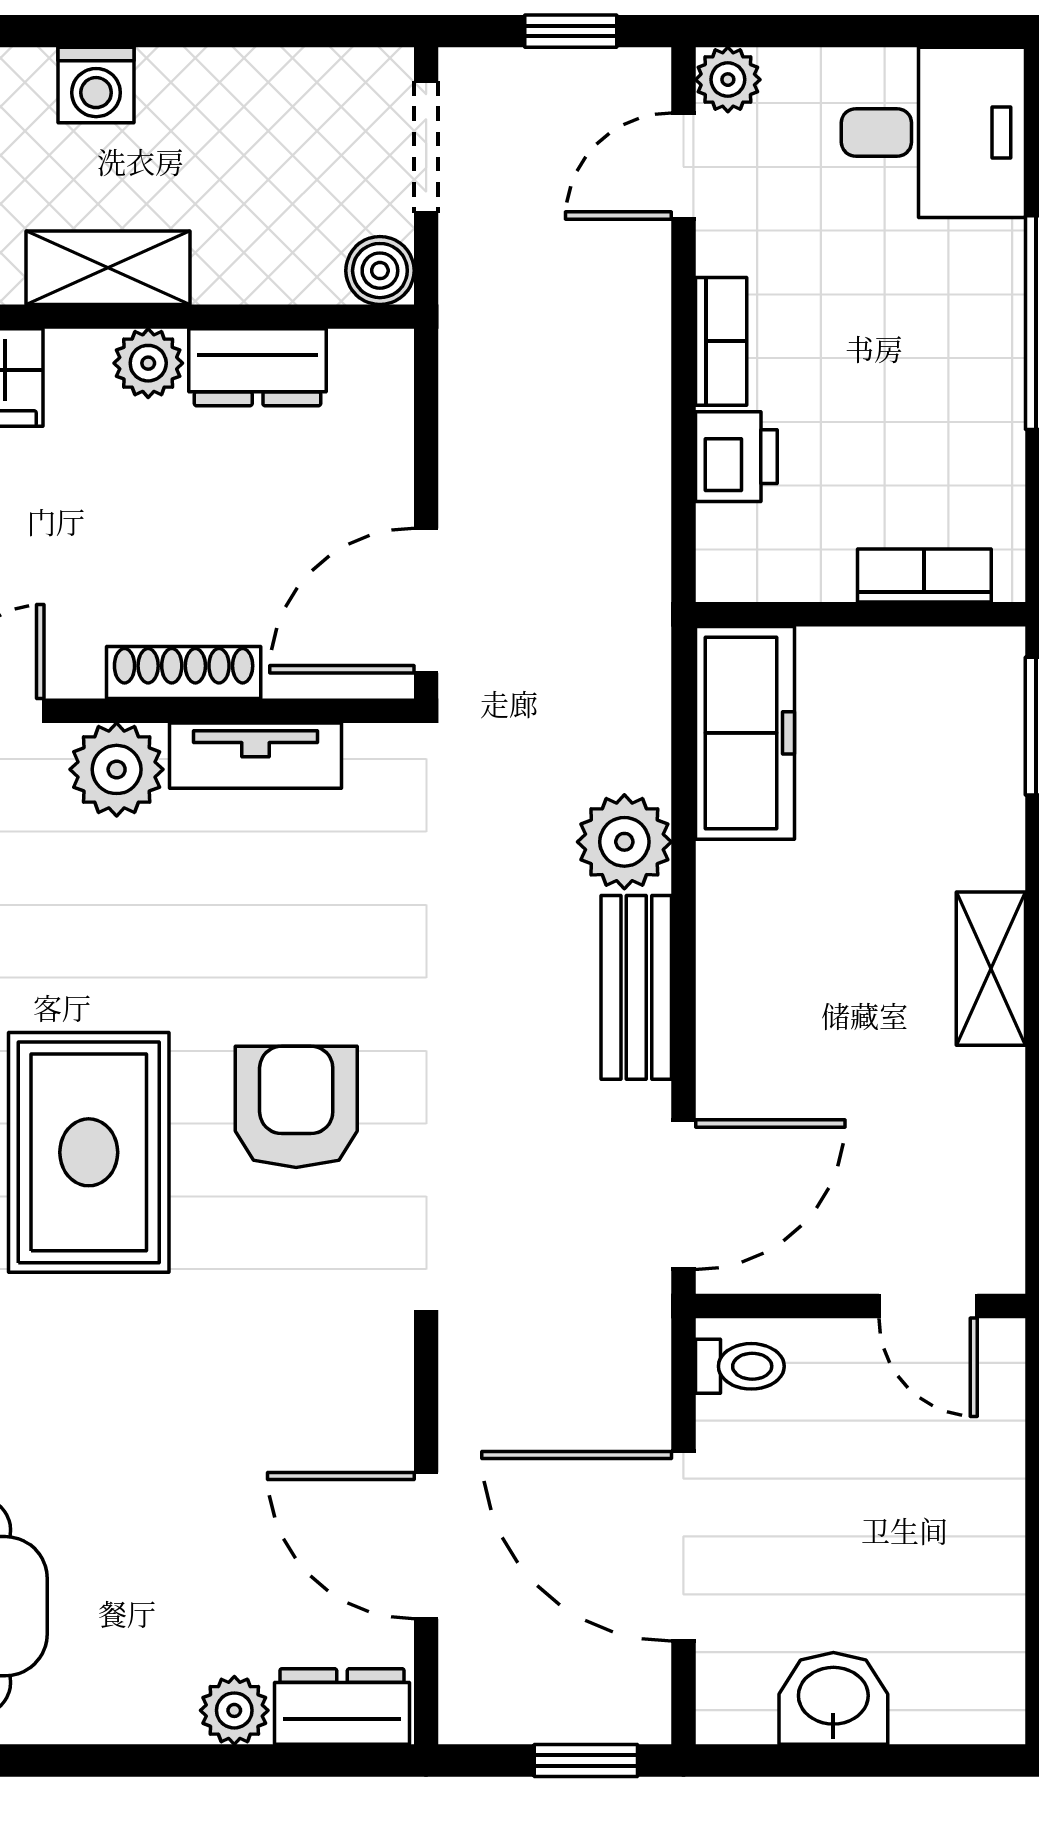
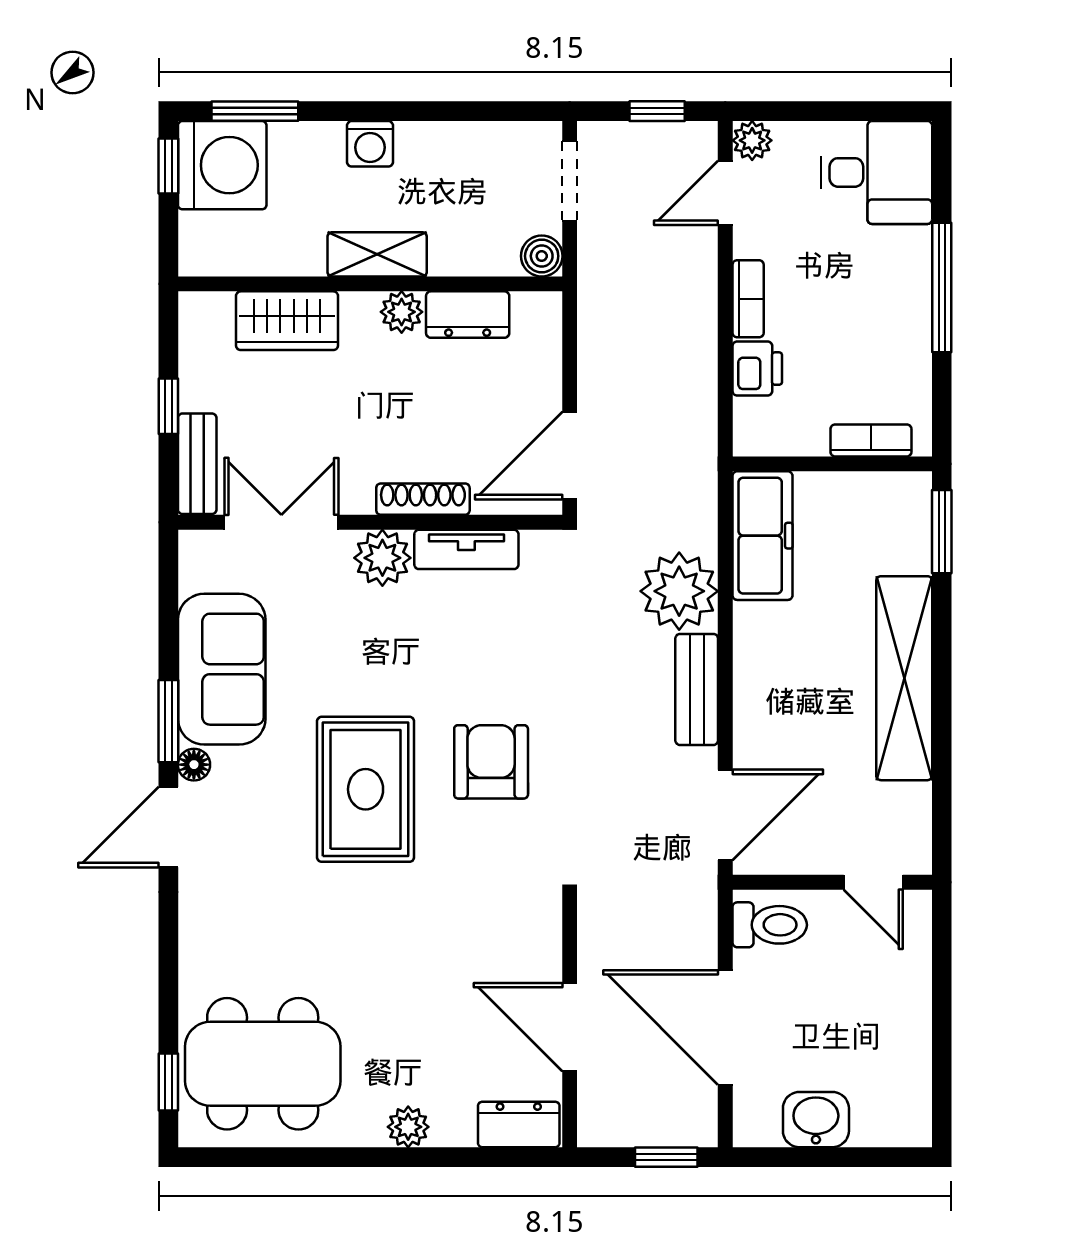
plant: (624, 842) -> (679, 591), width x1.36, depth x1.36
shelving: (991, 969) -> (904, 678), width x2.20, depth x1.33
toilet: (740, 1366) -> (770, 925), width x1.37, depth x1.39
plant: (234, 1710) -> (408, 1127), moved

